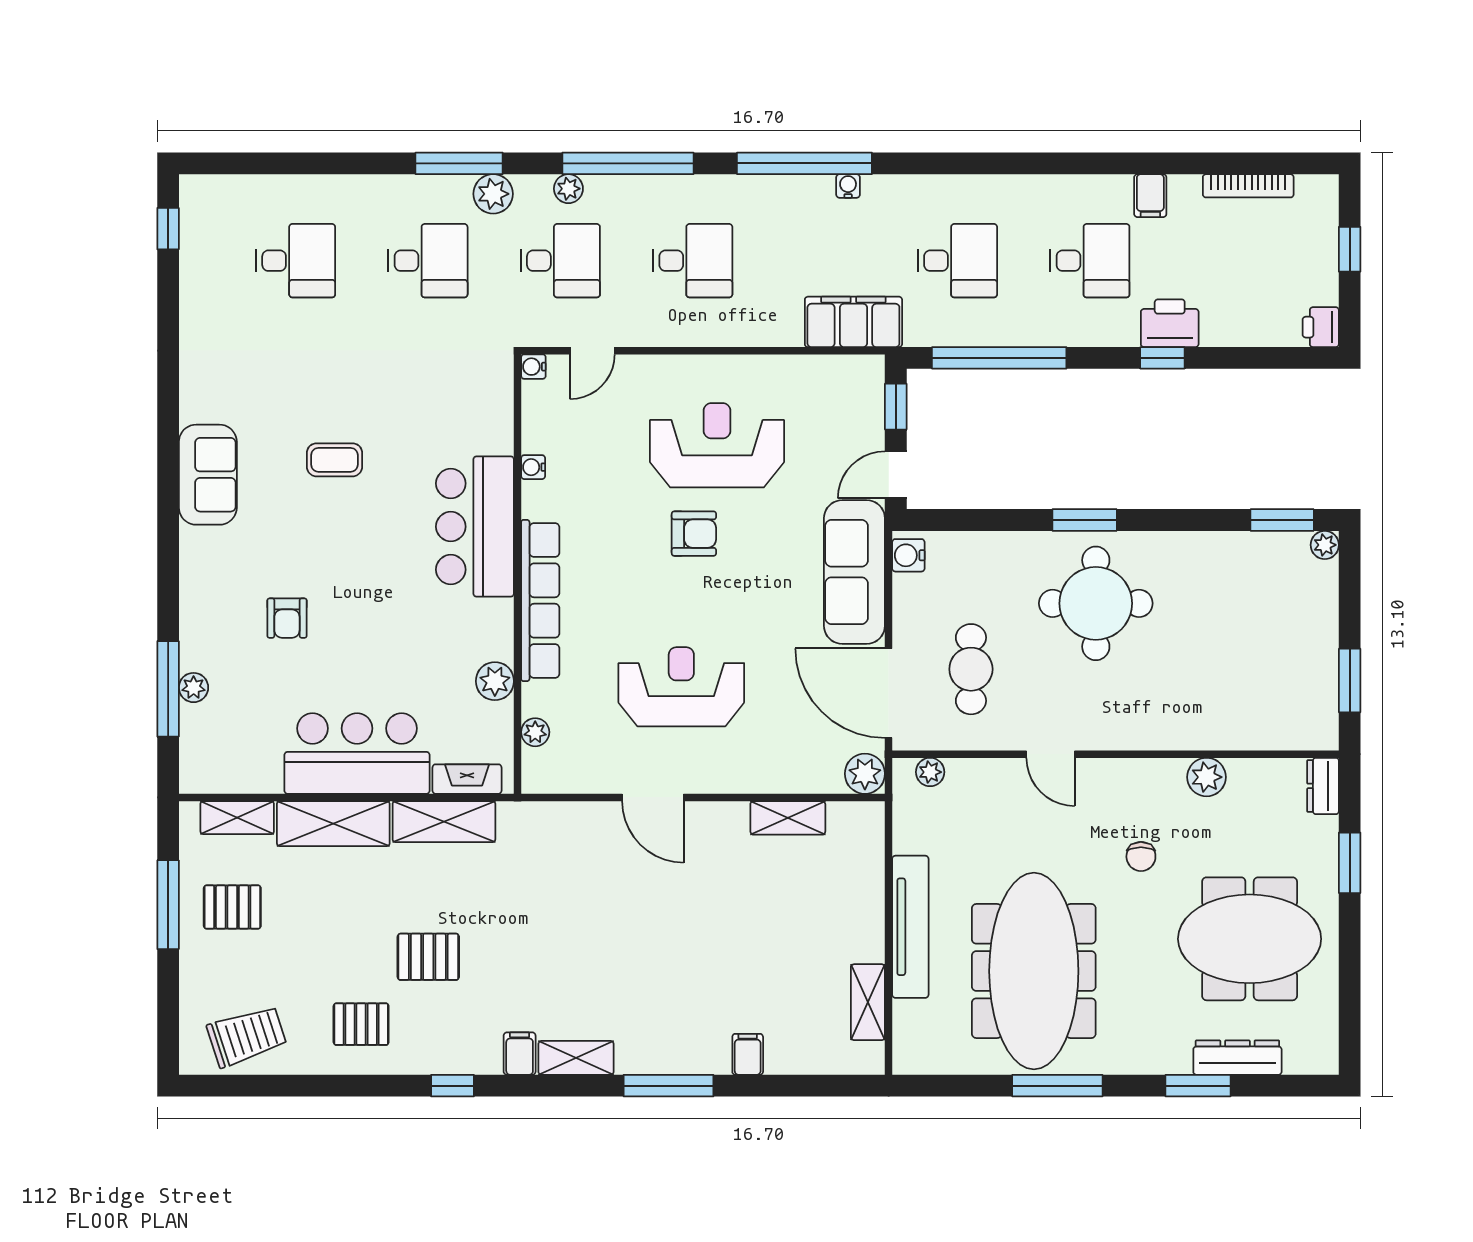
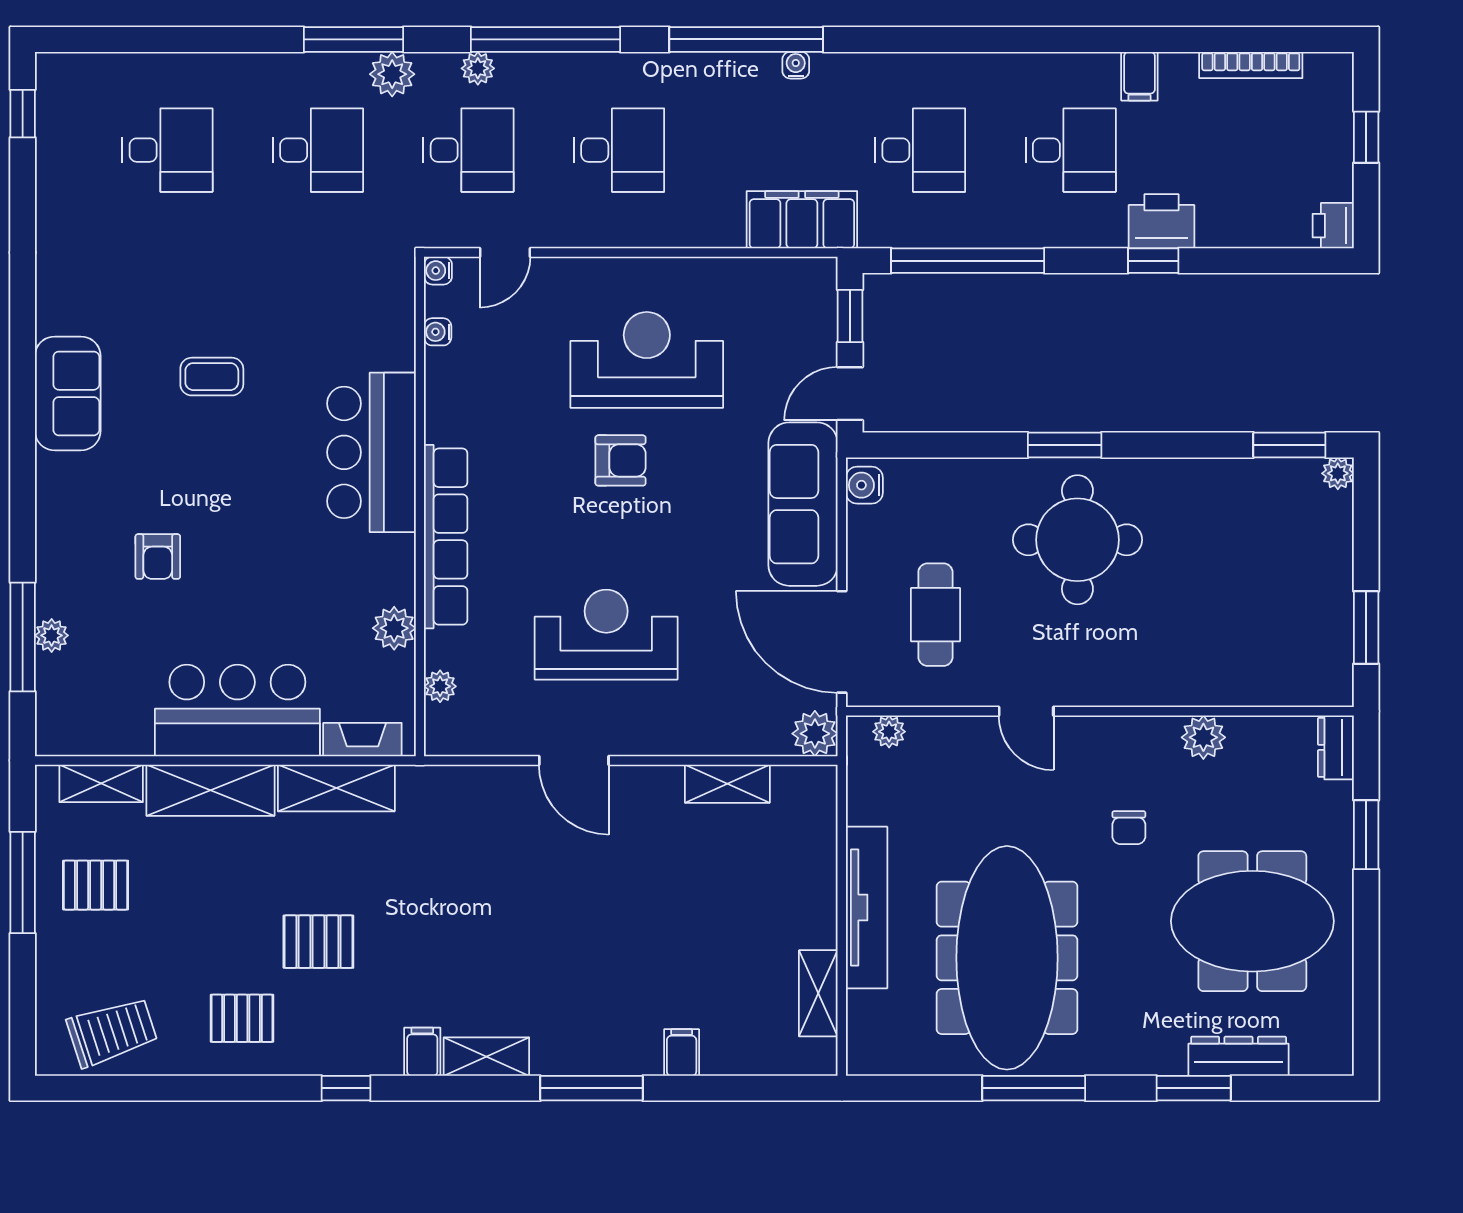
water cooler: (533, 467) -> (438, 332), moved

